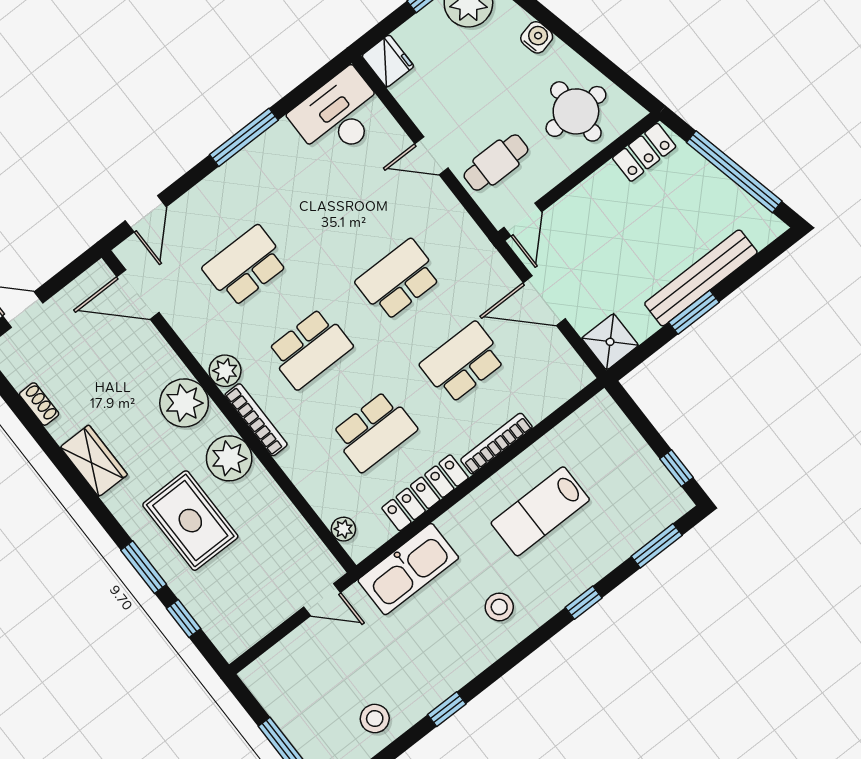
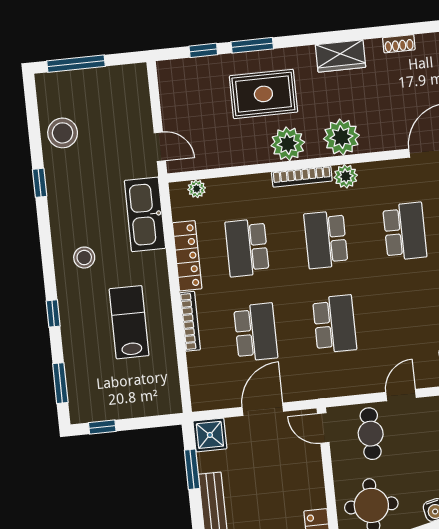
window: (694, 312) -> (192, 469), moved
door: (322, 600) -> (160, 147), swing flipped
stool: (375, 719) -> (63, 133), width x1.38, depth x1.38

